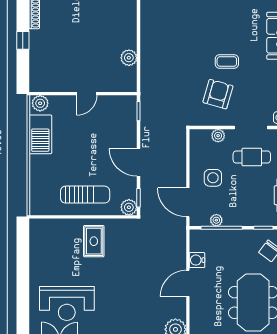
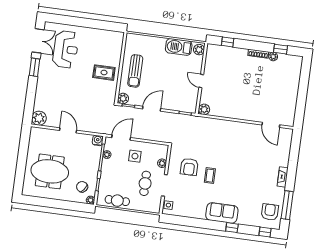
window: (23, 40) -> (228, 42), moved
plant: (129, 58) -> (204, 109), moved
armchair: (218, 94) -> (189, 167), turned 74
water cooler: (197, 260) -> (98, 140), moved
reception desk: (67, 303) -> (66, 49), turned 180

